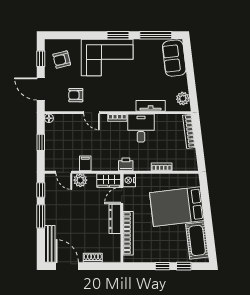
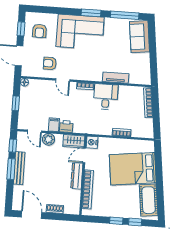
armchair: (62, 60) -> (39, 31), turned -76
plant: (183, 99) -> (145, 73), removed
printer: (126, 164) -> (66, 126), moved
bench: (50, 244) -> (19, 168), moved

